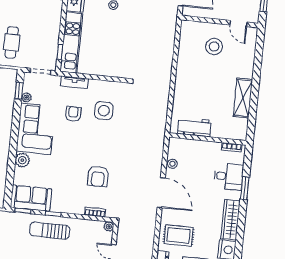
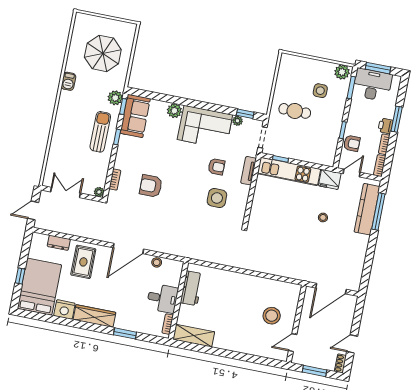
shelving: (243, 98) -> (194, 336), moved
desk: (229, 176) -> (162, 298), moved, turned -90
plant: (15, 219) -> (115, 98), added

